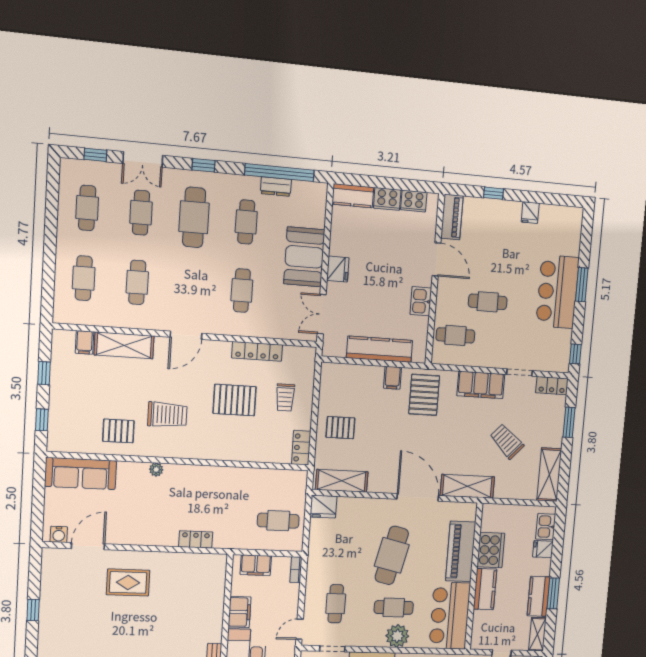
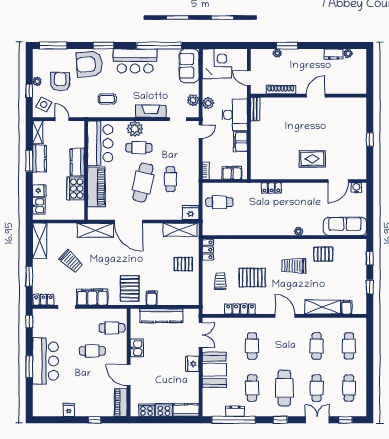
door: (186, 335) -> (285, 316), hinge flipped
cafe table: (336, 604) -> (170, 179), moved

